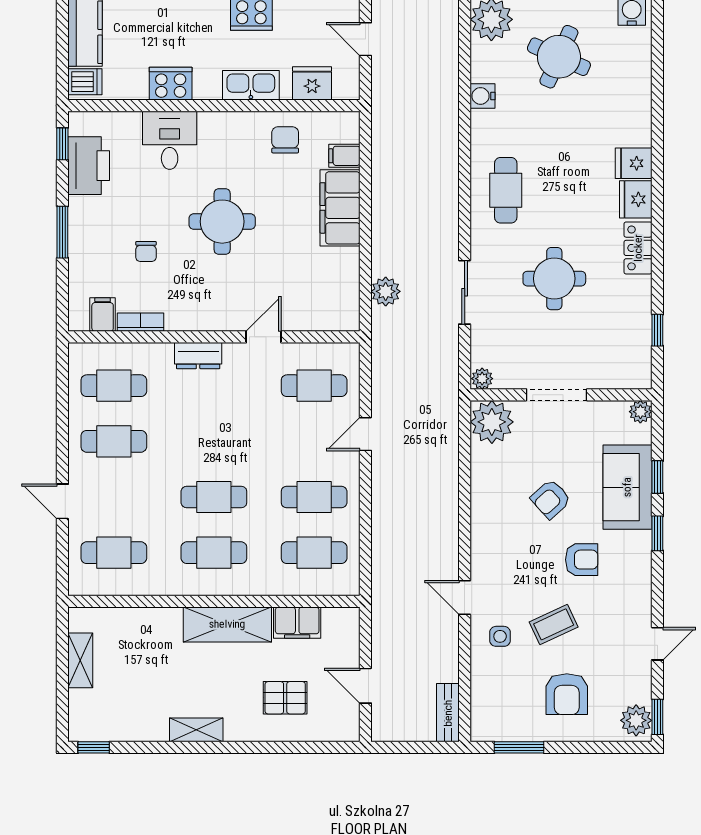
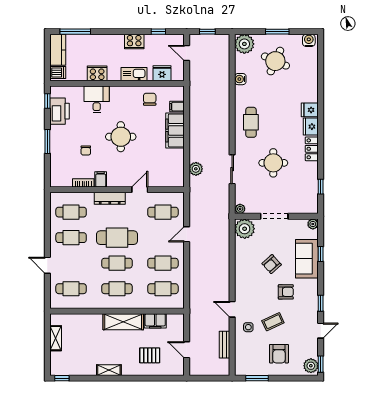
filing cabinet: (103, 315) -> (101, 179), moved
dresser: (198, 356) -> (110, 198), width x1.44
cafe table: (214, 441) -> (117, 238), added
window: (657, 533) -> (321, 303), moved
bench: (448, 713) -> (224, 345), moved

